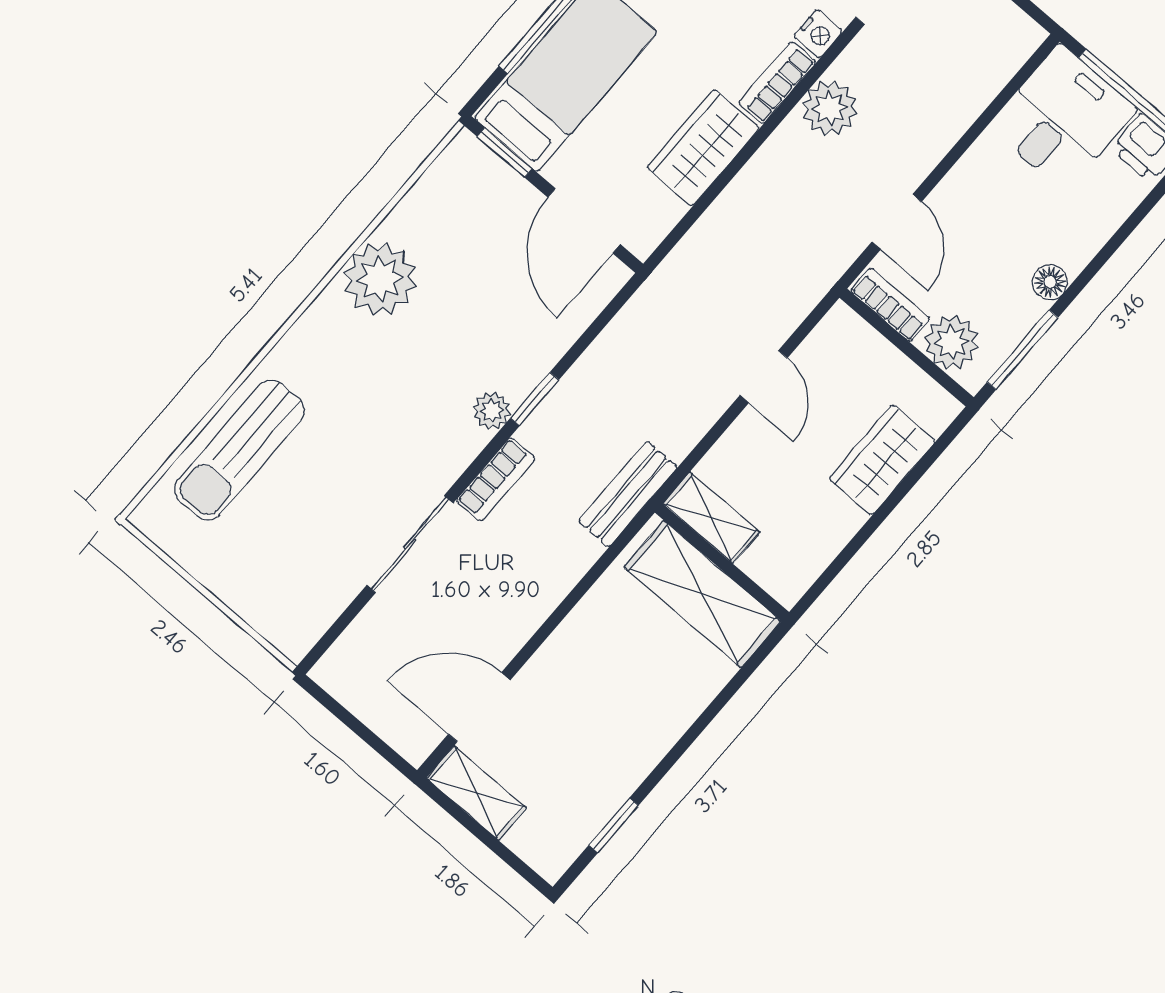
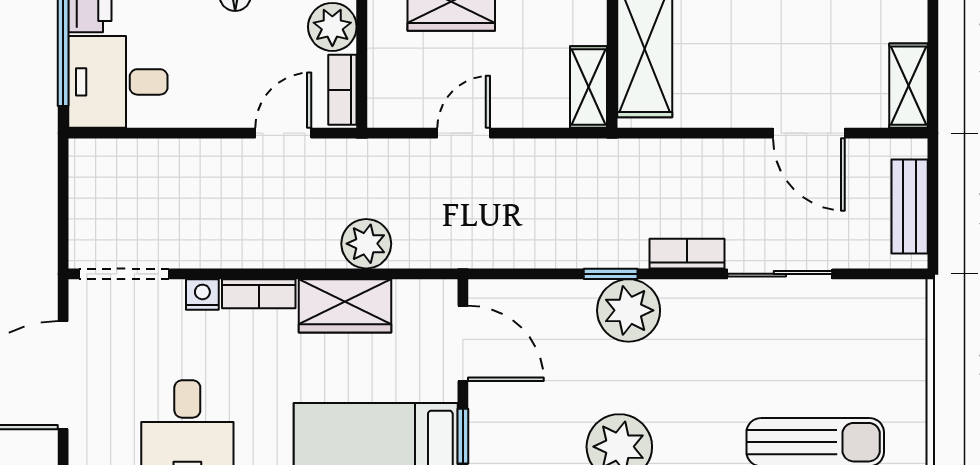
plant: (830, 108) -> (366, 244), moved
door: (584, 221) -> (463, 343), hinge flipped
plant: (492, 411) -> (629, 310), width x1.87, depth x1.87
bench: (628, 494) -> (910, 206), moved, turned 90
door: (479, 707) -> (809, 133), moved

